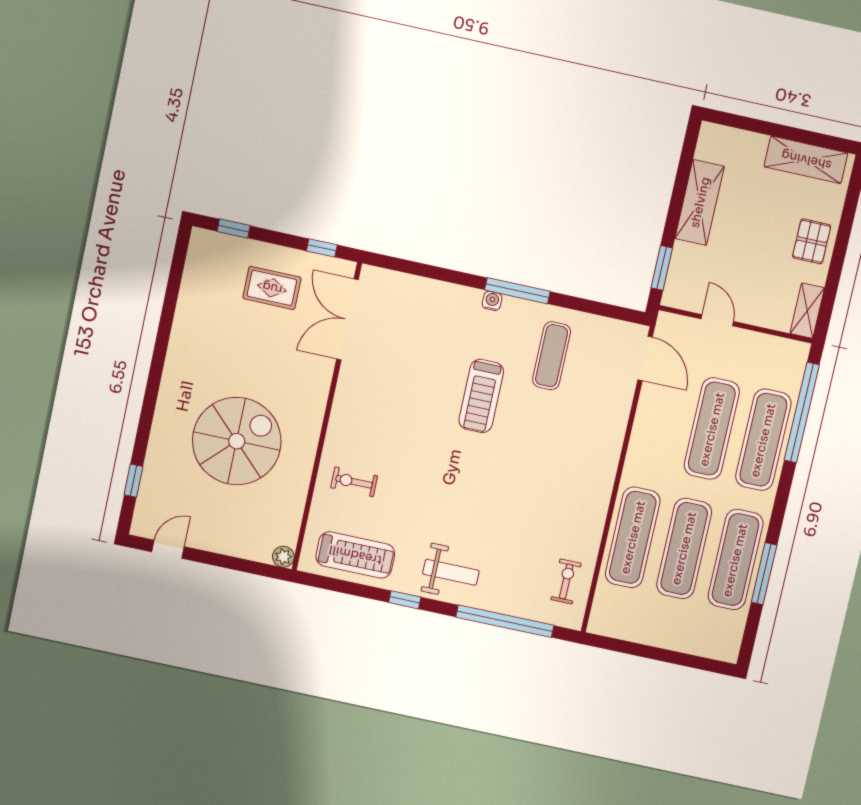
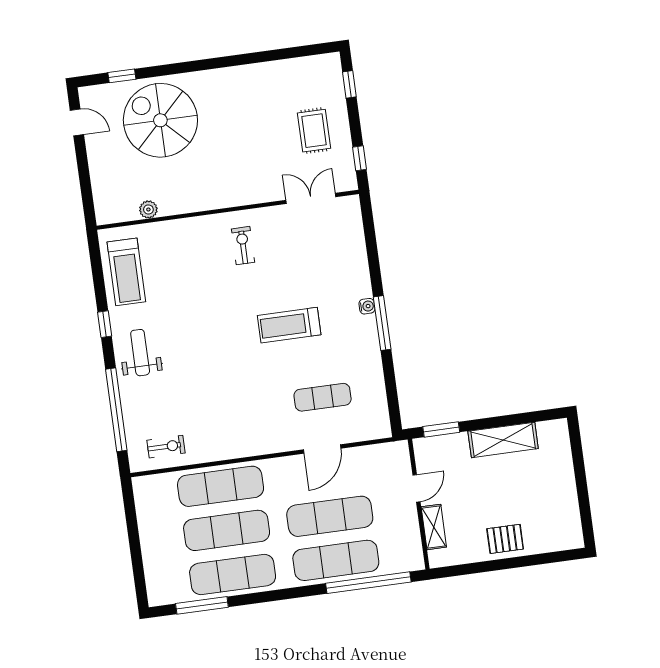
shelving: (806, 160) -> (566, 510), removed
shelving: (807, 311) -> (434, 527), moved, turned 90
double door: (348, 319) -> (311, 198), width x0.73
exercise mat: (552, 356) -> (323, 397), moved
door: (645, 358) -> (322, 449), moved
spiral stairs: (237, 441) -> (160, 120), moved, turned 180
exercise bike: (354, 482) -> (243, 246), moved
plant: (283, 557) -> (148, 209), moved
weight bench: (451, 572) -> (140, 353), turned 180
window: (764, 574) -> (202, 605), moved

